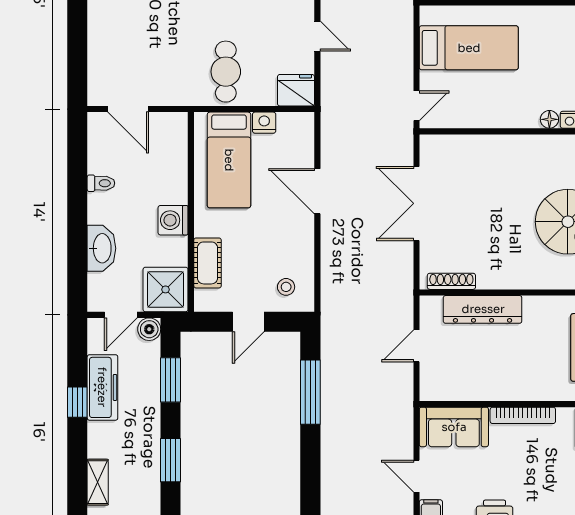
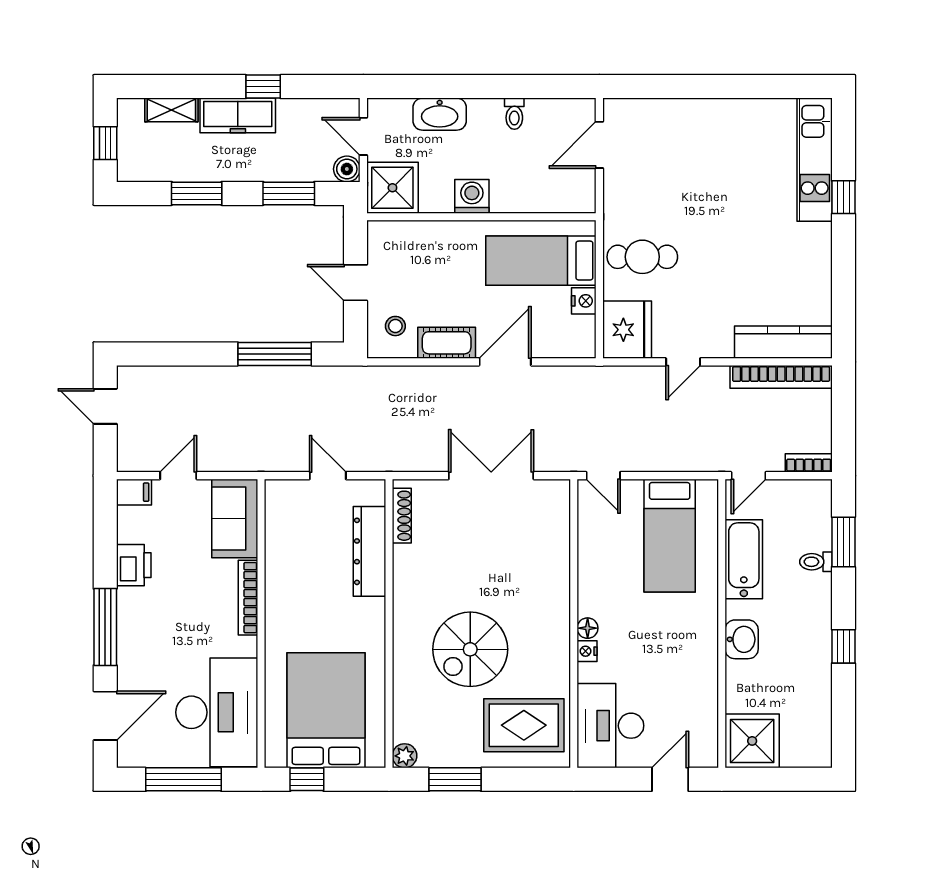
fridge: (296, 90) -> (627, 330), width x1.36, depth x1.34
cot: (208, 263) -> (447, 343), moved
freezer: (102, 387) -> (238, 115), moved

